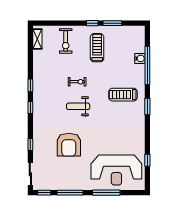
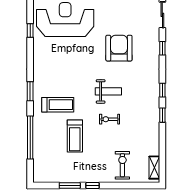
treadmill: (97, 48) -> (75, 136), moved
water cooler: (140, 58) -> (39, 145), removed

